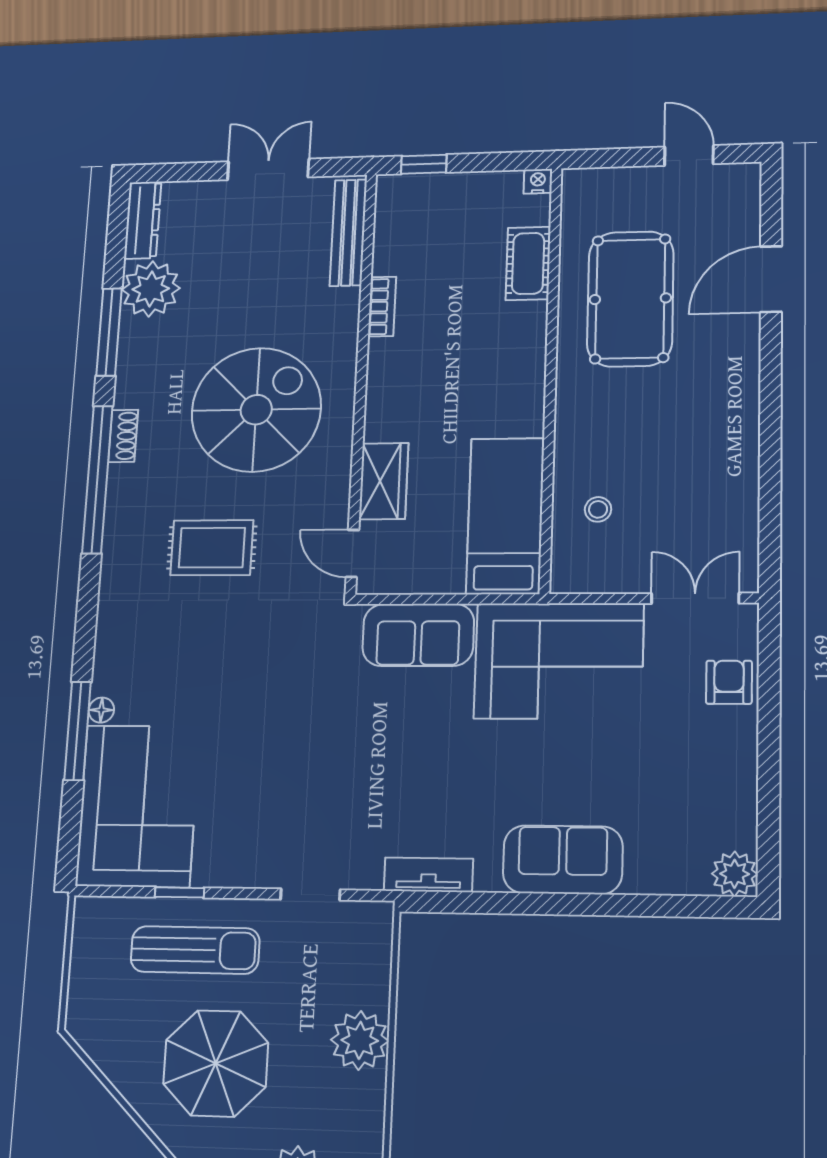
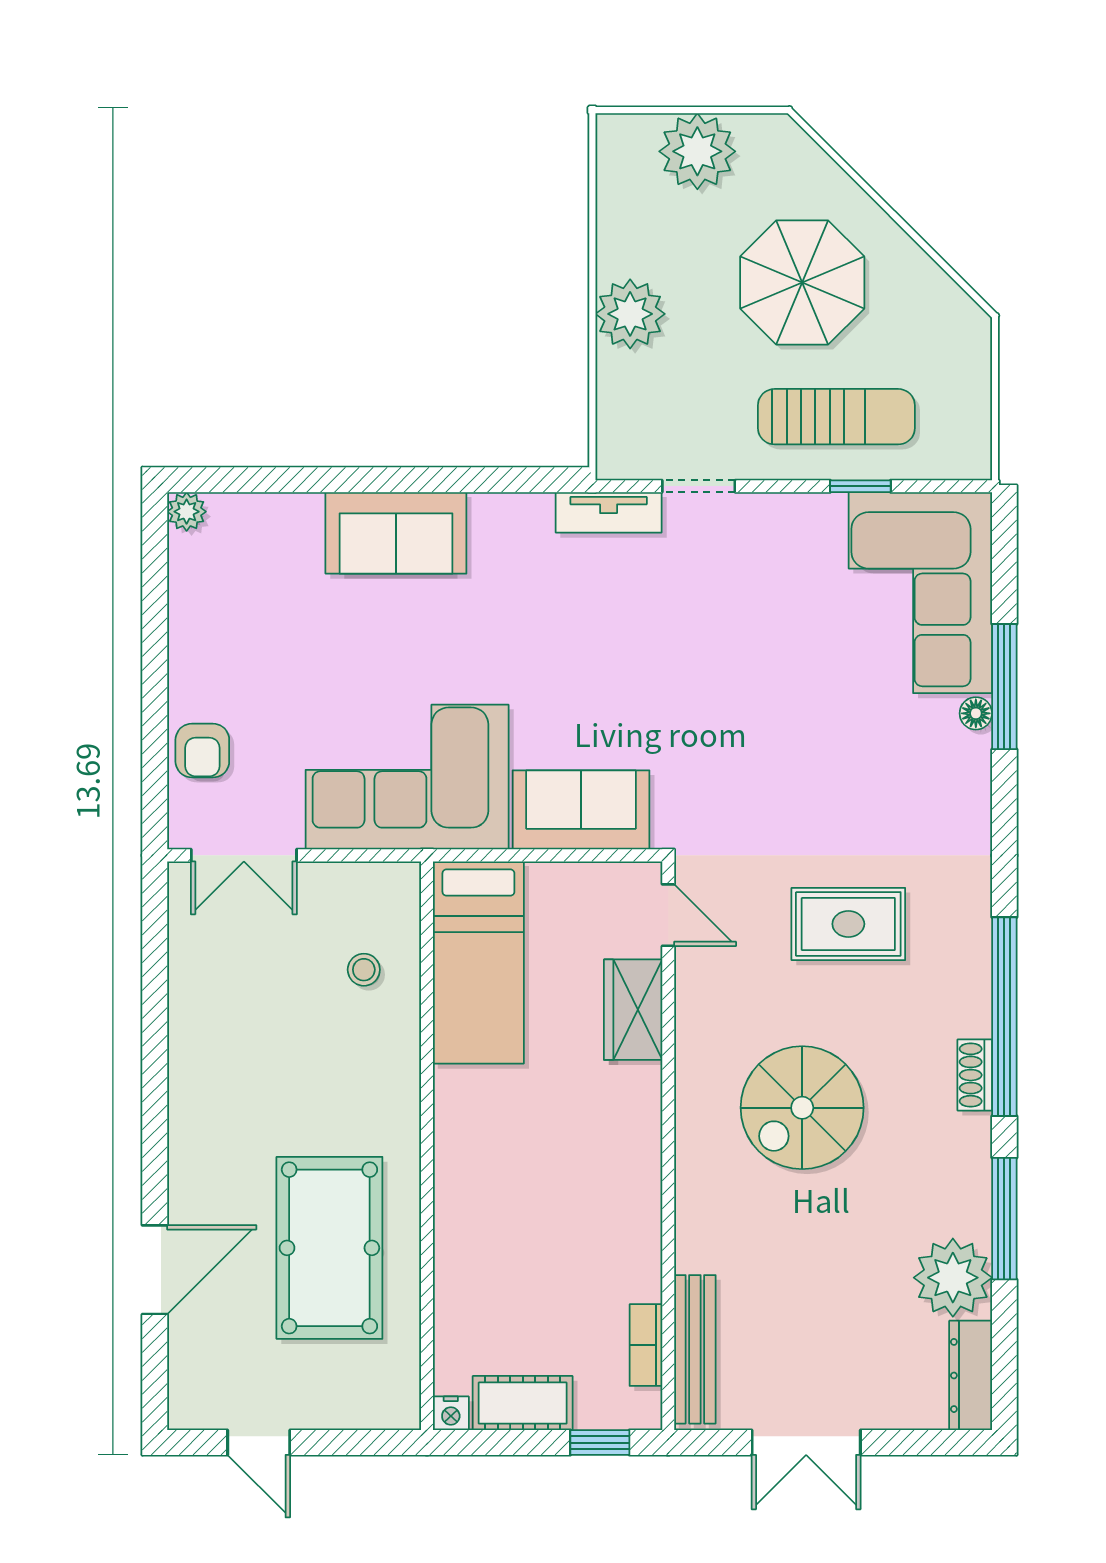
cot: (528, 263) -> (523, 1403), moved, turned 90
bookcase: (382, 307) -> (646, 1345), moved
spiral stairs: (256, 410) -> (802, 1108), width x0.73, depth x0.73
plant: (735, 874) -> (187, 512), width x0.73, depth x0.73
tv unit: (428, 875) -> (609, 512), moved
sun lounger: (195, 950) -> (836, 417), turned 180

